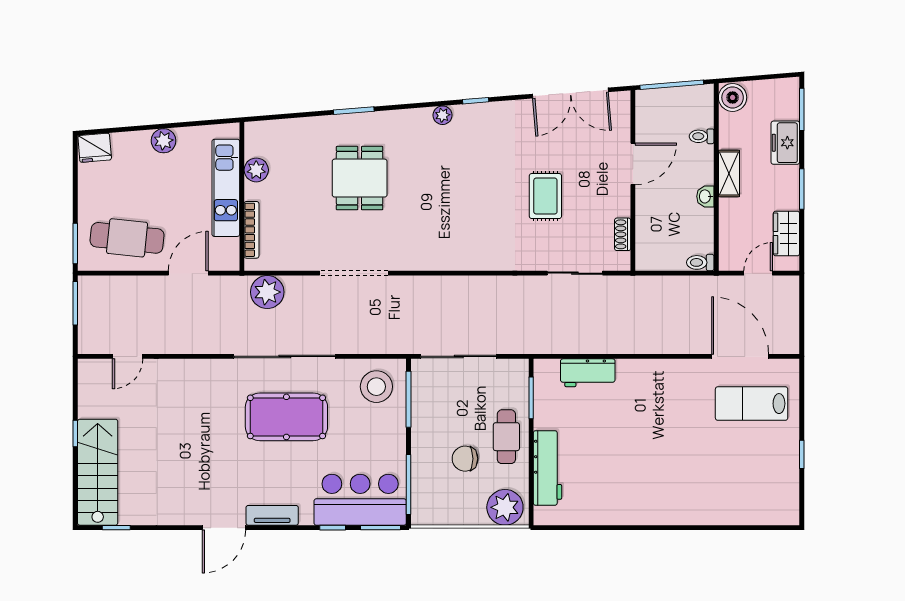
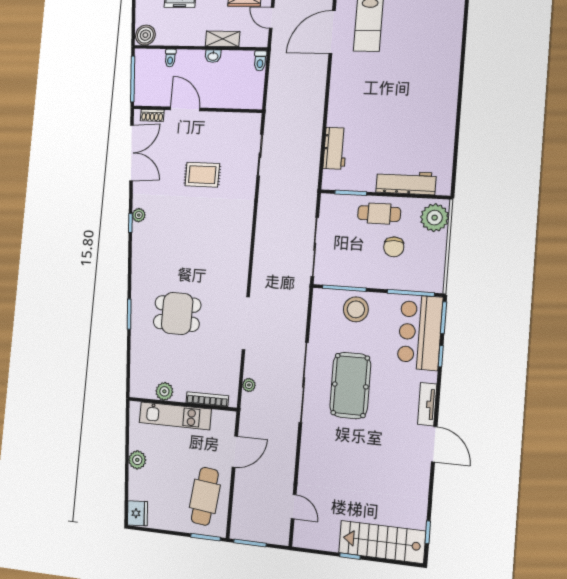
plant: (443, 115) -> (139, 215), moved
shelving: (729, 173) -> (223, 39), moved
shoe rack: (623, 234) -> (152, 115), moved
door: (188, 273) -> (235, 452), swing flipped
plant: (267, 292) -> (249, 385), width x0.53, depth x0.53
stool: (376, 387) -> (356, 309), moved

